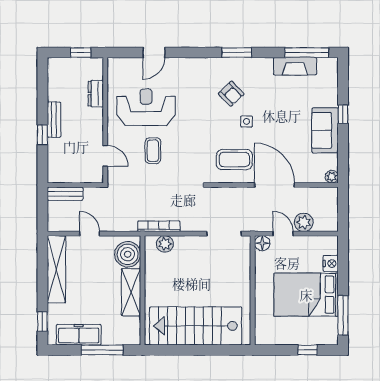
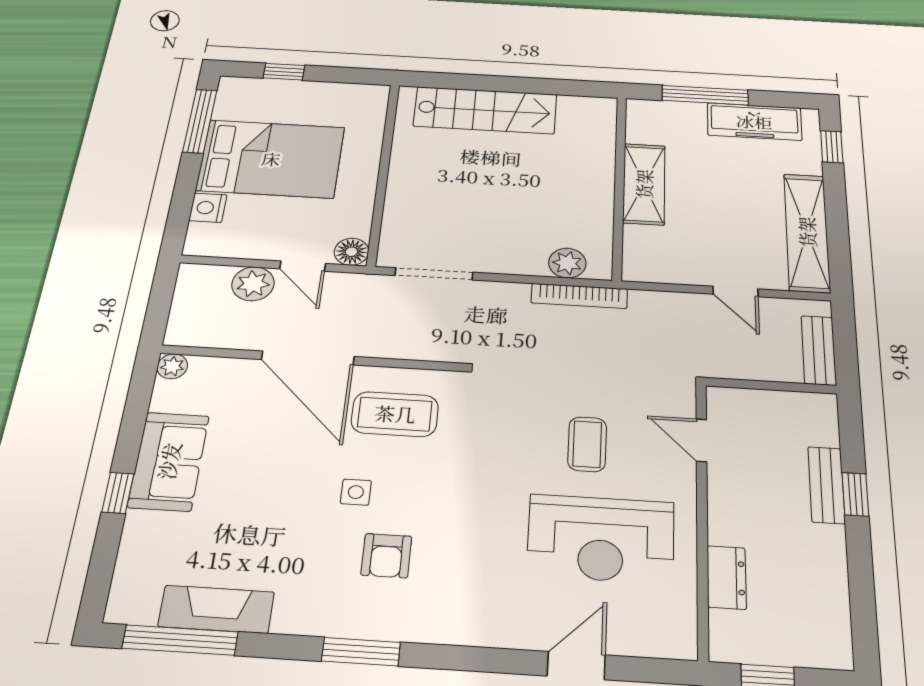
armchair: (231, 94) -> (386, 556), turned -136
bench: (54, 120) -> (826, 485), moved
bench: (65, 194) -> (819, 350), moved, turned 90
boiler: (128, 254) -> (651, 249), removed
stairs: (196, 326) -> (485, 110), width x0.73, depth x0.66

